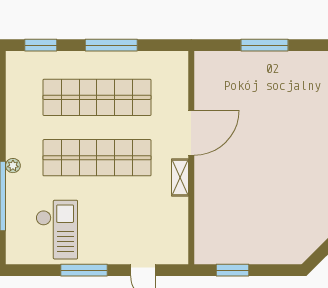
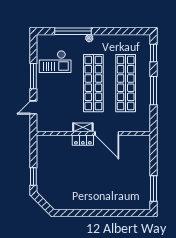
window: (265, 45) -> (153, 188), moved
locker: (204, 177) -> (83, 140), added
window: (232, 270) -> (33, 177), moved

